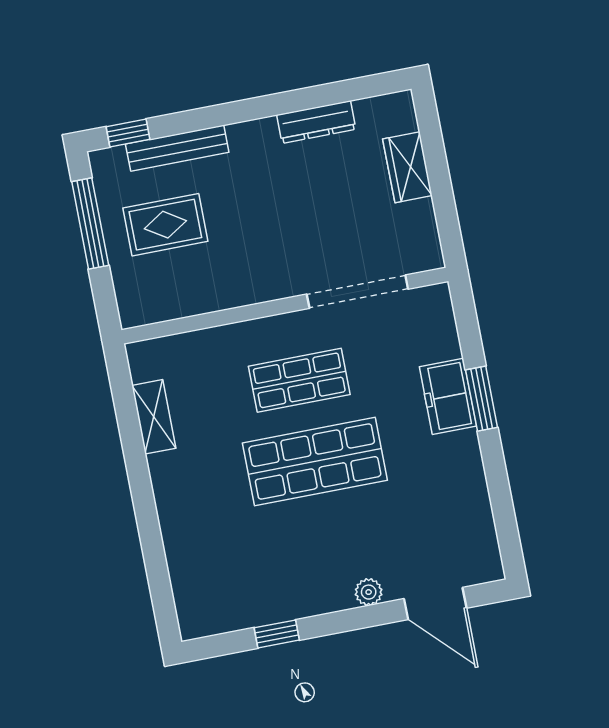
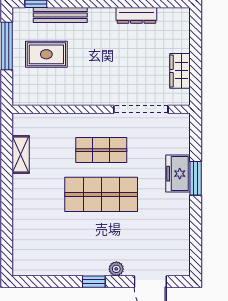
wardrobe: (407, 167) -> (180, 71), moved
window: (277, 634) -> (94, 282), moved

